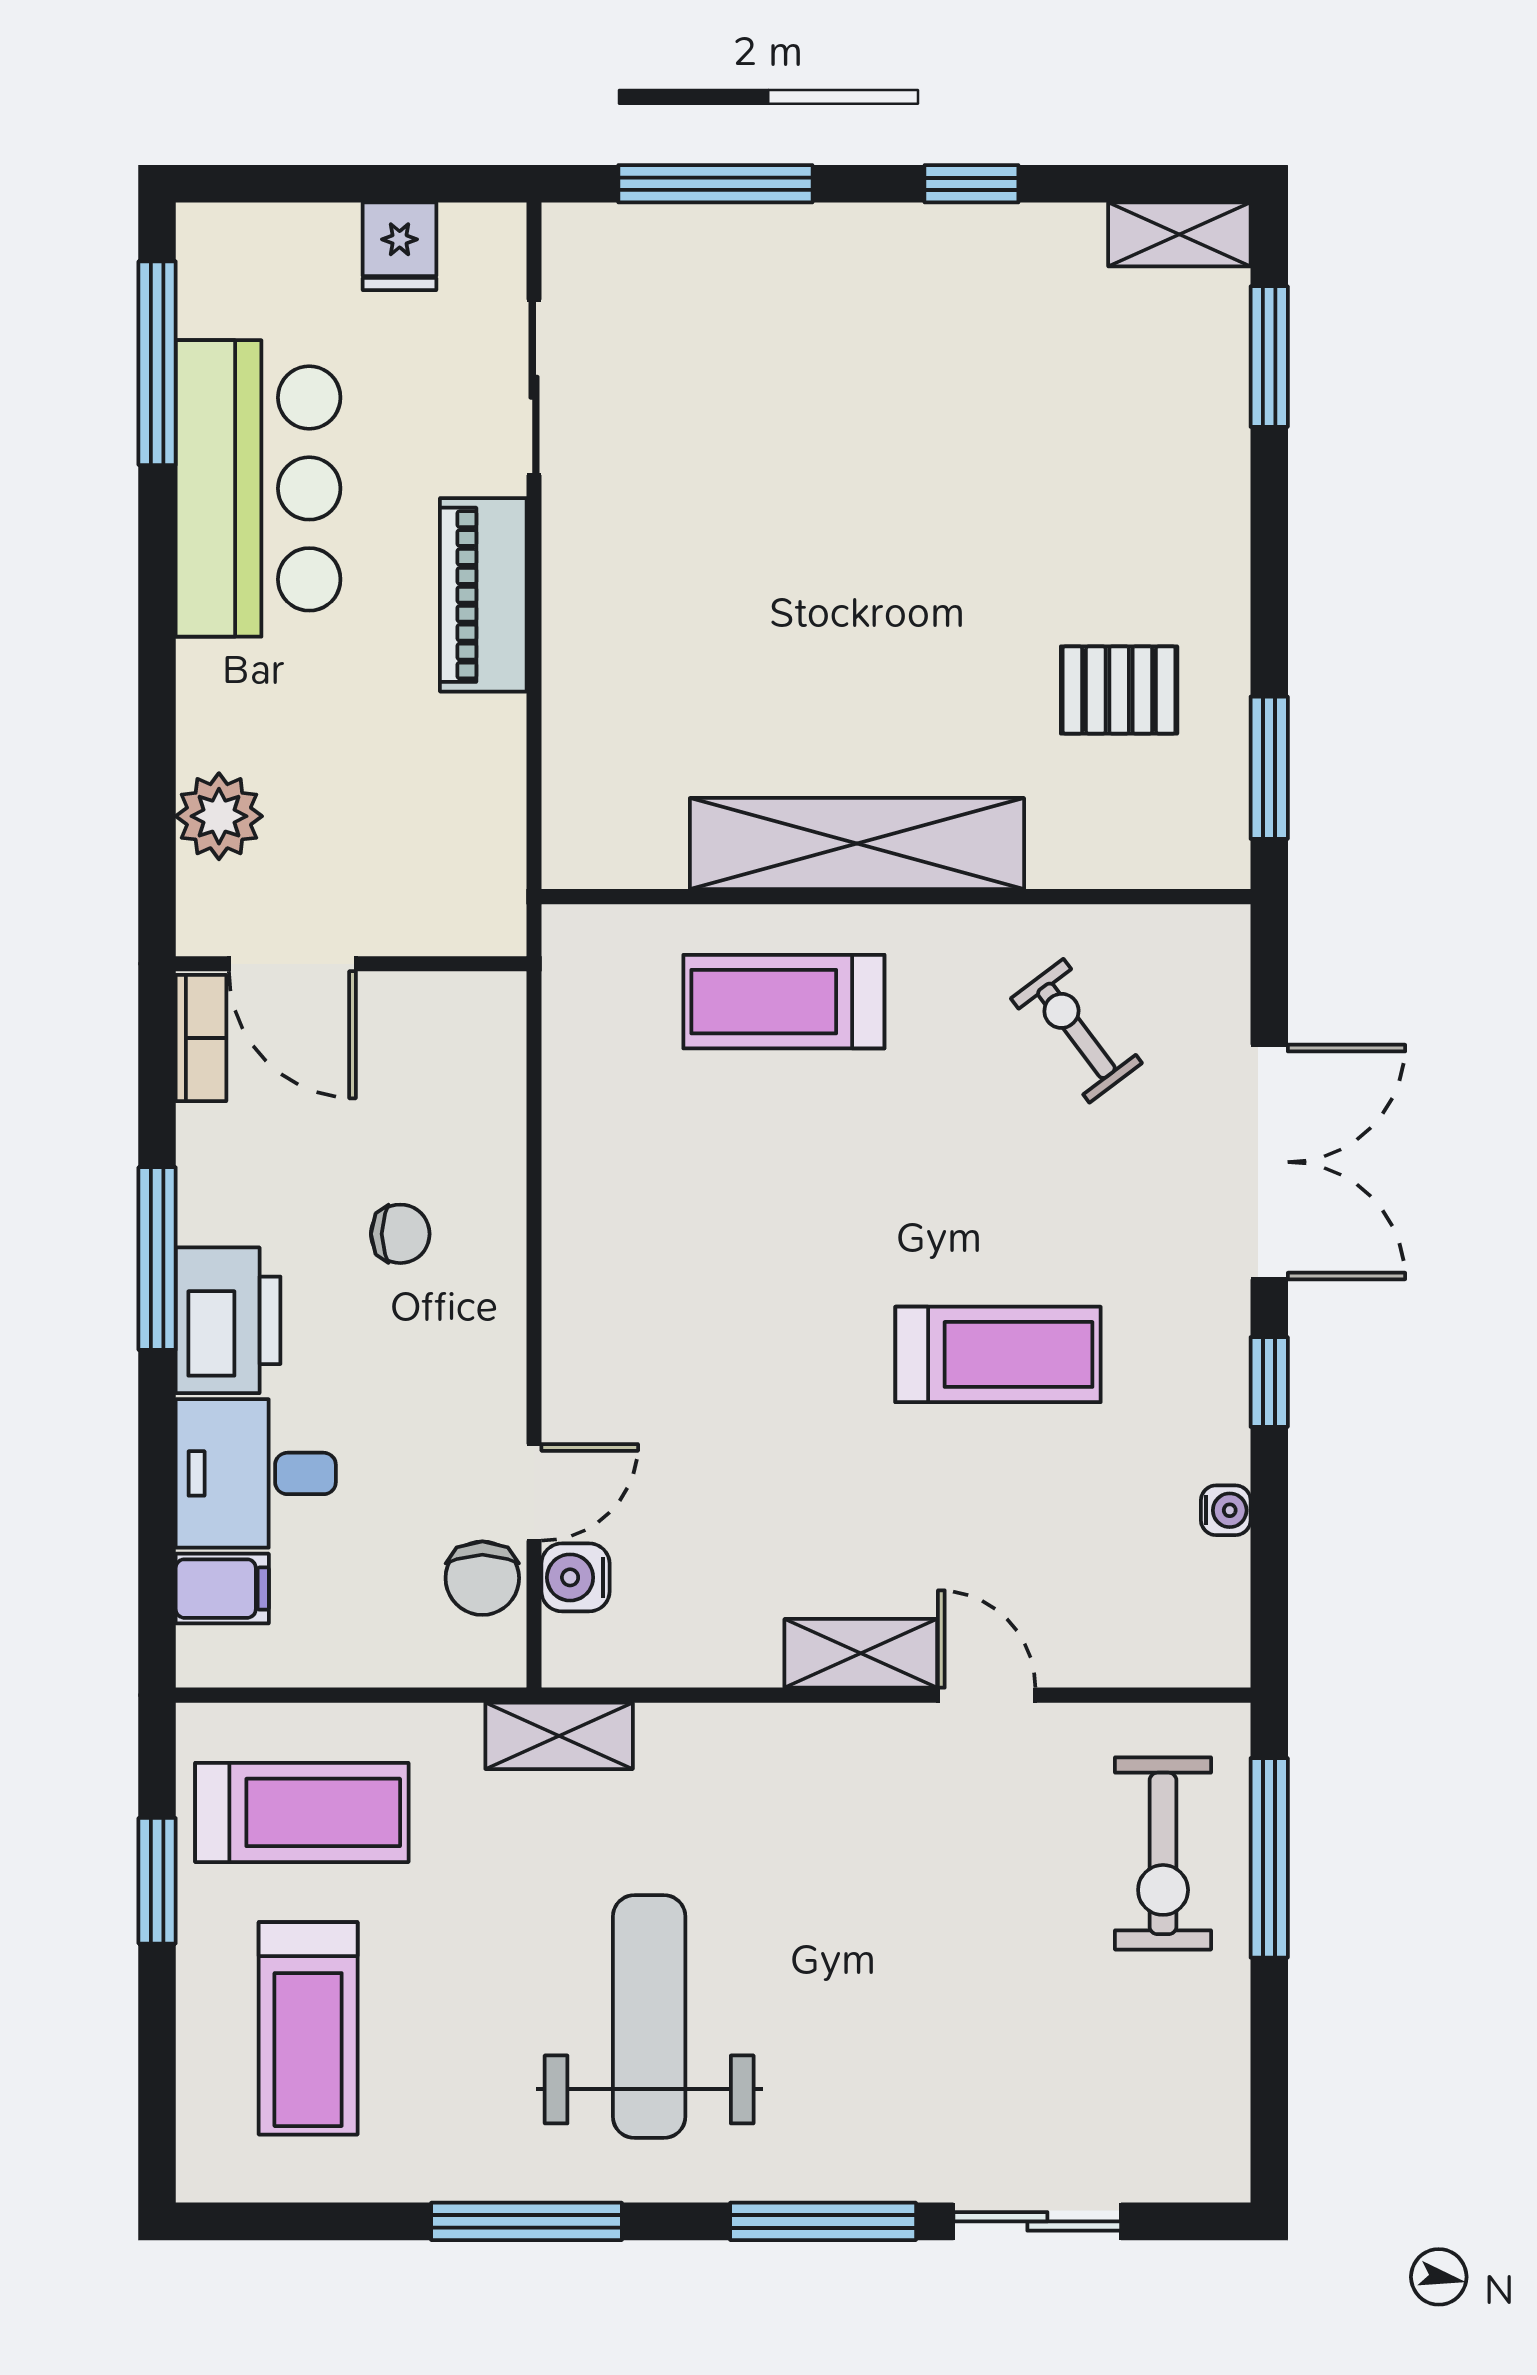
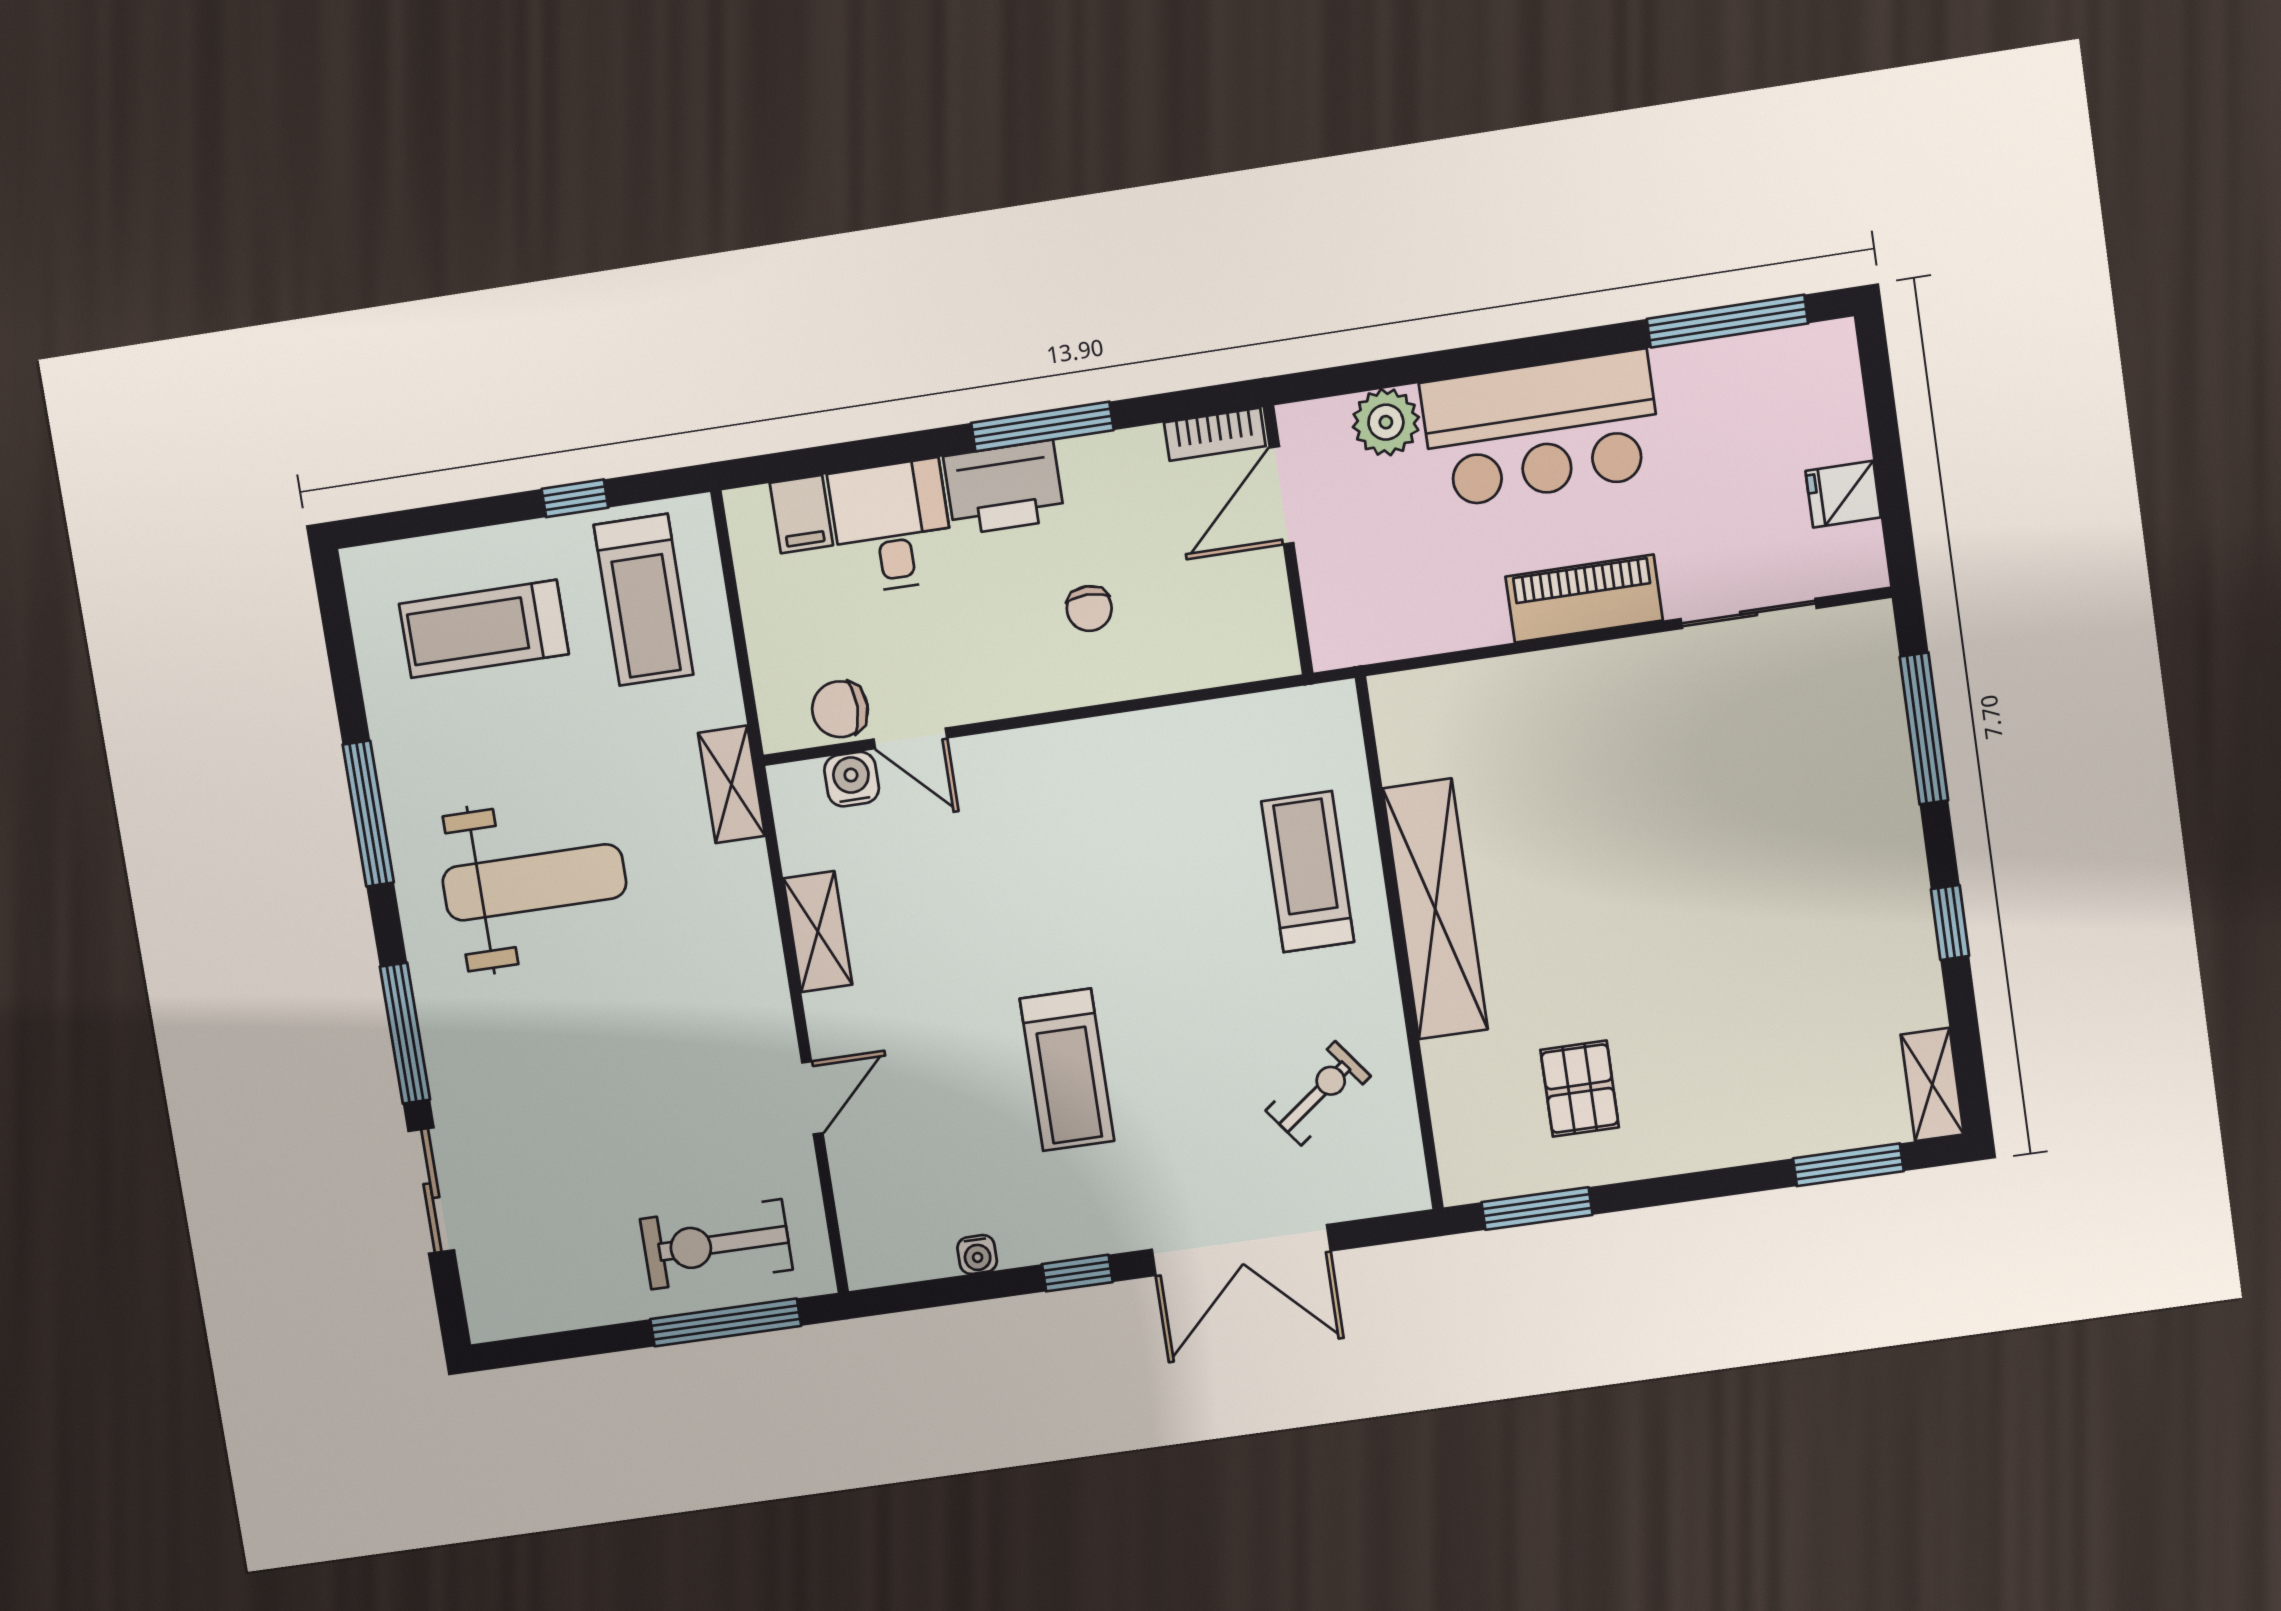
bar counter: (258, 488) -> (1541, 429), moved
shelving: (861, 1653) -> (818, 932), moved
window: (157, 1881) -> (575, 498), width x0.67

